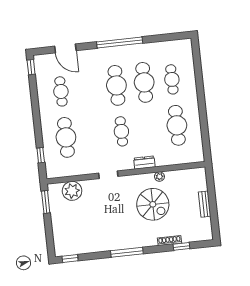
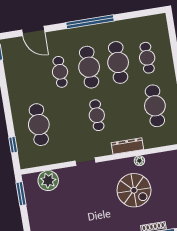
cafe table: (61, 91) -> (60, 72), moved
dresser: (144, 163) -> (127, 146), width x1.44

